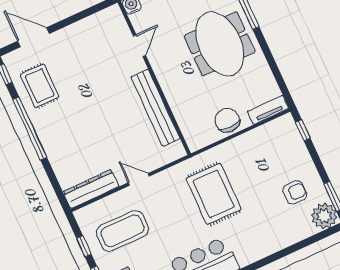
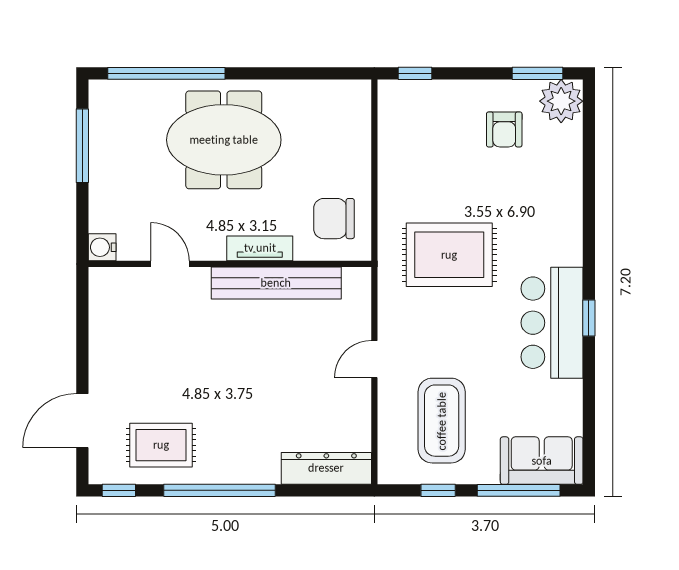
tv unit: (268, 110) -> (260, 248), moved, turned 90
chair: (227, 120) -> (334, 219), moved
dresser: (91, 189) -> (326, 468), moved, turned 90
armchair: (295, 192) -> (504, 129), turned 180

